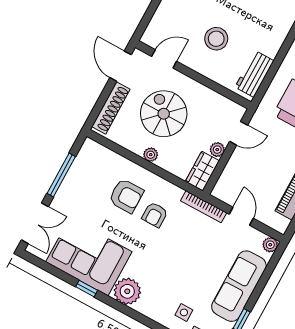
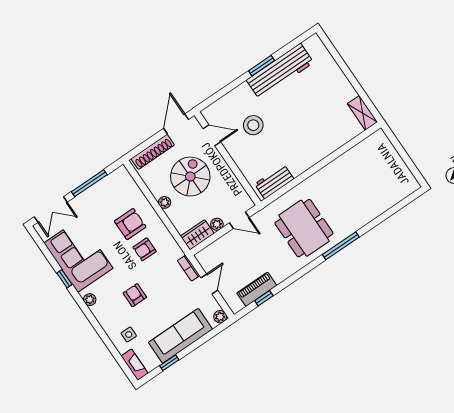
stool: (216, 39) -> (253, 125), moved
armchair: (126, 196) -> (130, 224), turned -90
bookcase: (204, 207) -> (189, 268), width x0.64
armchair: (169, 268) -> (135, 295), added
plant: (127, 291) -> (90, 300), width x0.53, depth x0.53

